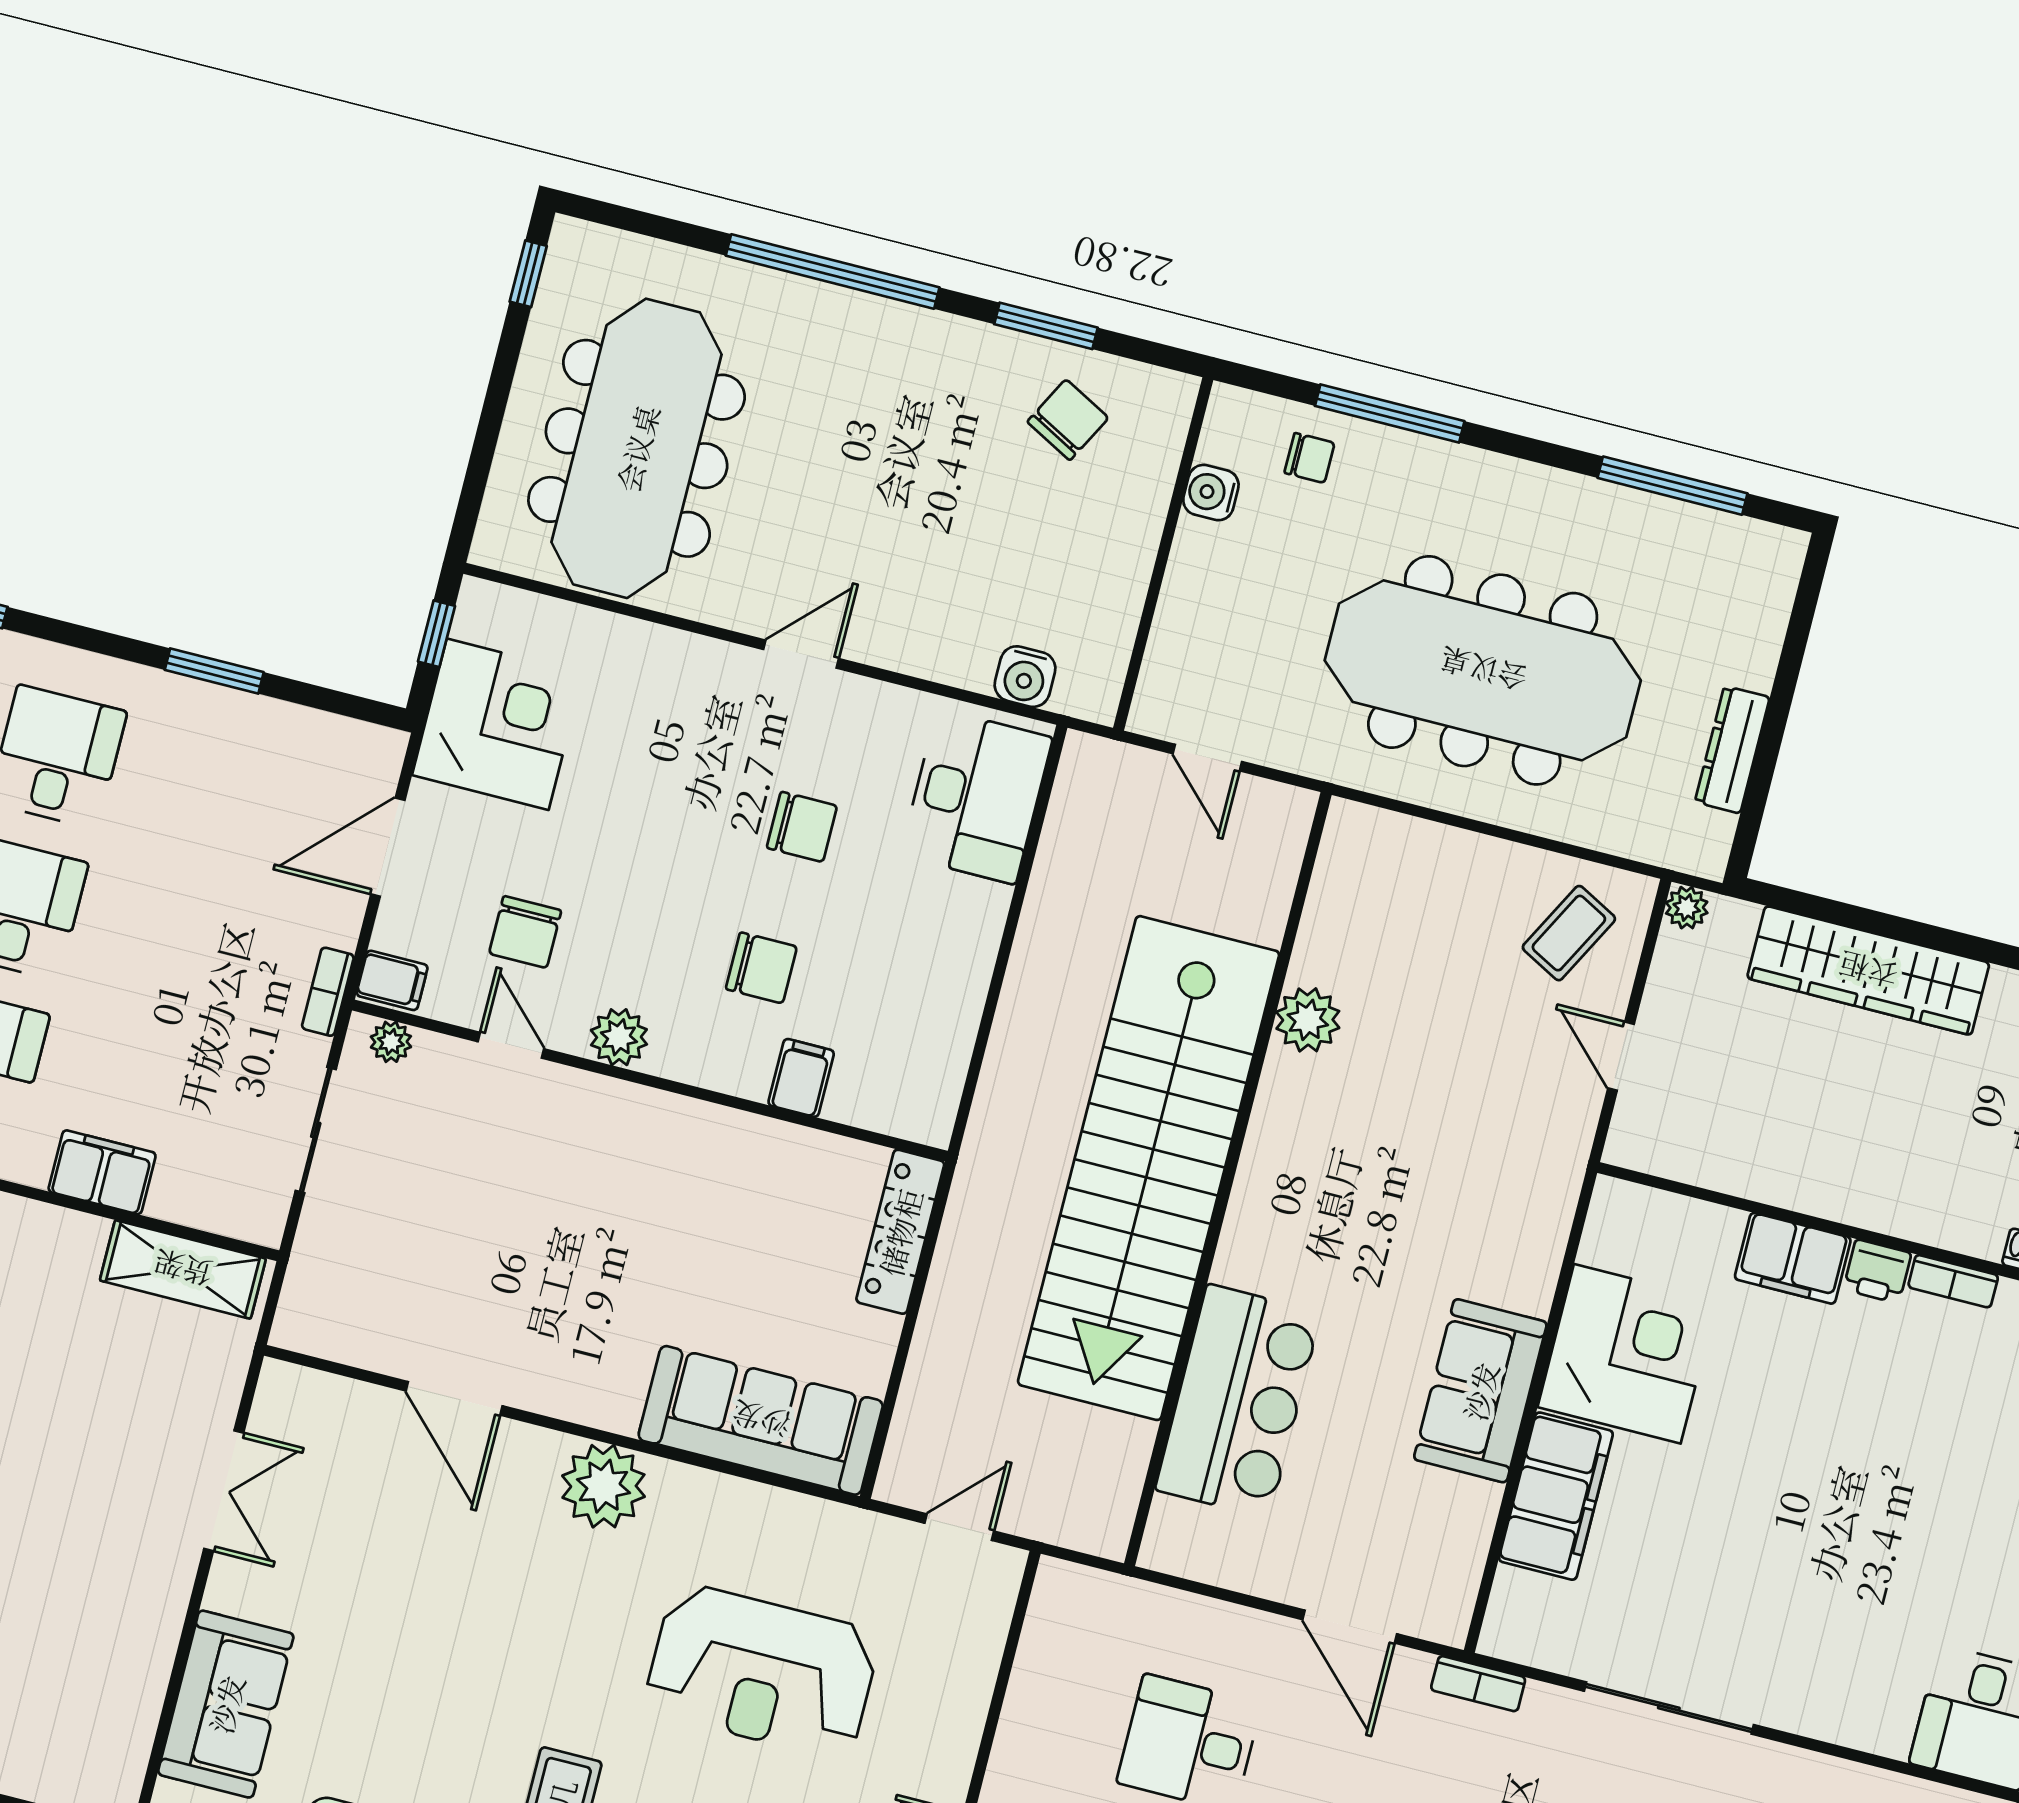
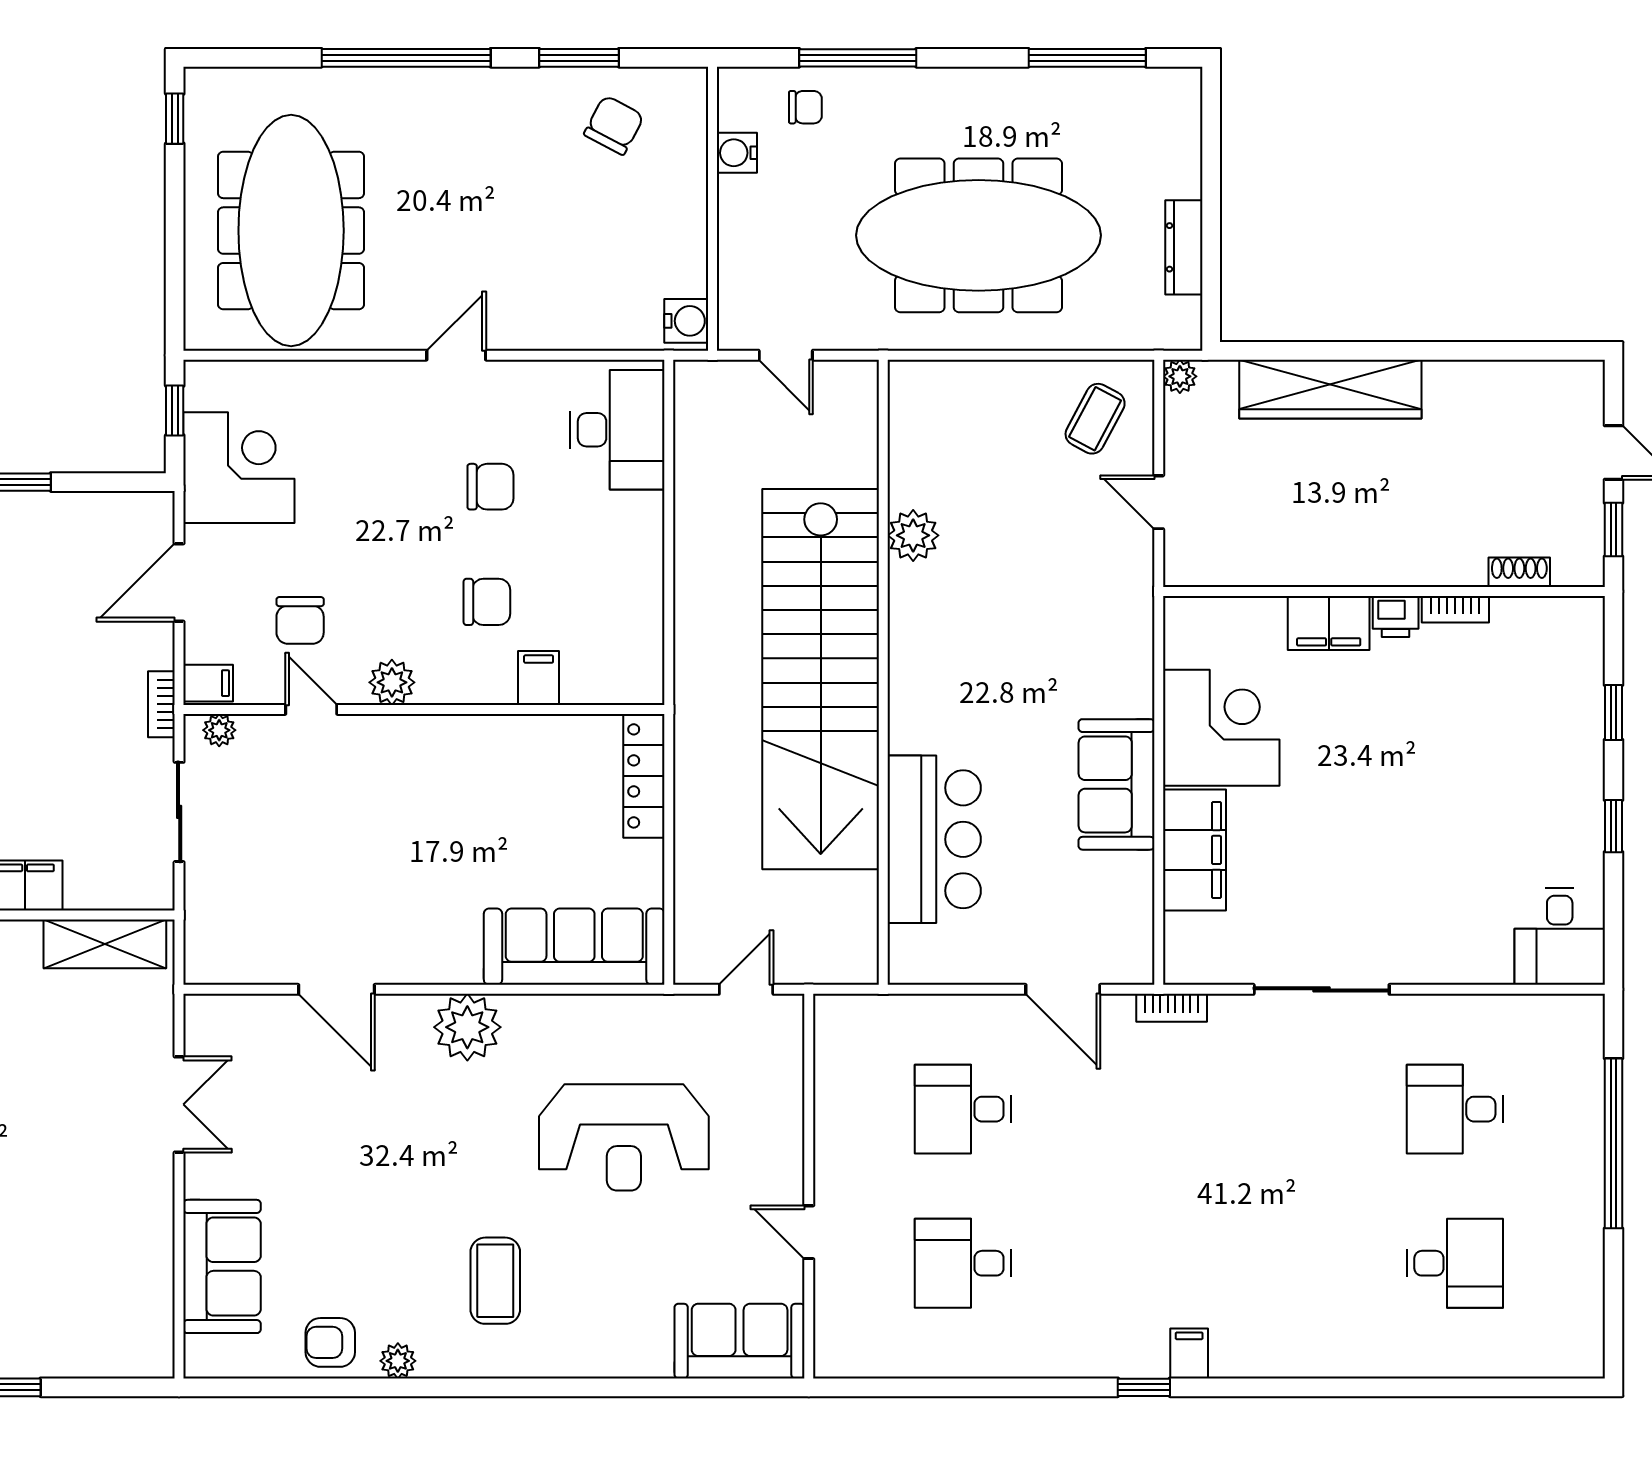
water cooler: (1025, 677) -> (686, 321), moved, turned -90

